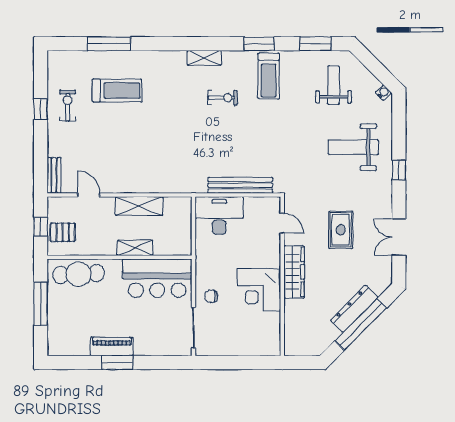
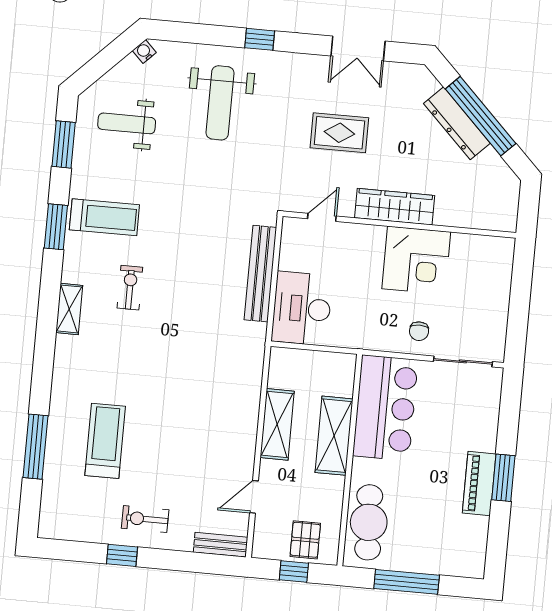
exercise bike: (68, 106) -> (145, 519), moved
shelving: (135, 248) -> (334, 436), width x1.50, depth x1.33

